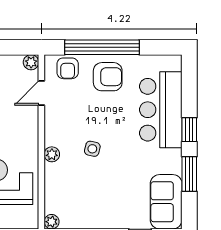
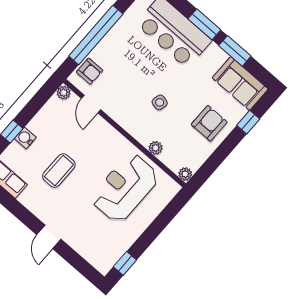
armchair: (108, 77) -> (209, 123), moved
window: (189, 130) -> (204, 24), width x1.50
plant: (52, 154) -> (156, 148), moved

